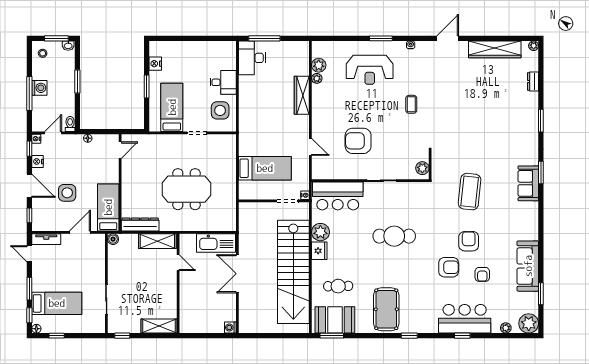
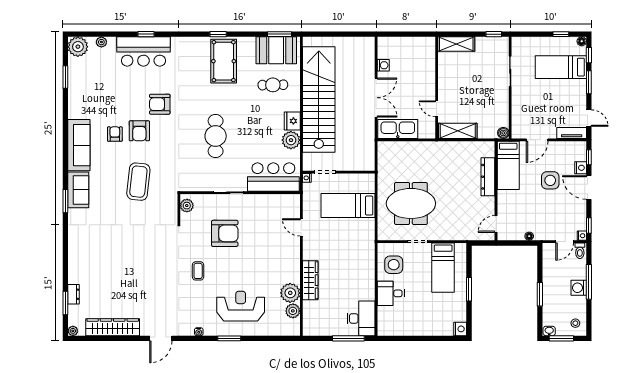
nightstand: (155, 64) -> (460, 329), moved
plant: (317, 78) -> (290, 293), width x1.88, depth x1.88
window: (541, 121) -> (65, 303), moved
toilet: (70, 124) -> (580, 251), moved
armchair: (358, 141) -> (225, 233), moved
nightstand: (38, 161) -> (581, 168), moved
meeting table: (186, 189) -> (411, 203), moved
dresser: (140, 224) -> (488, 177), moved, turned 90
cafe table: (394, 236) -> (216, 136), turned 90
sofa: (528, 266) -> (79, 145), moved
armchair: (482, 274) -> (115, 134), moved
washing machine: (230, 328) -> (383, 65), moved
window: (409, 336) -> (218, 34), moved

